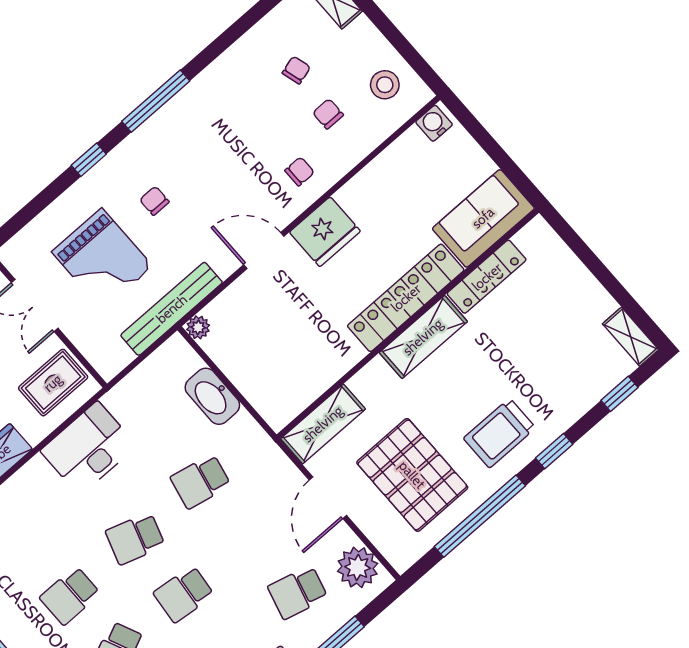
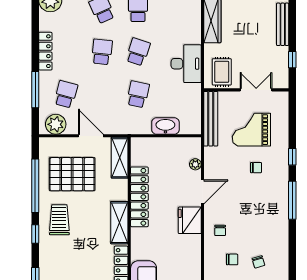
locker: (406, 298) -> (139, 197), moved
bench: (172, 309) -> (211, 119), moved
plant: (198, 327) -> (195, 164), moved

